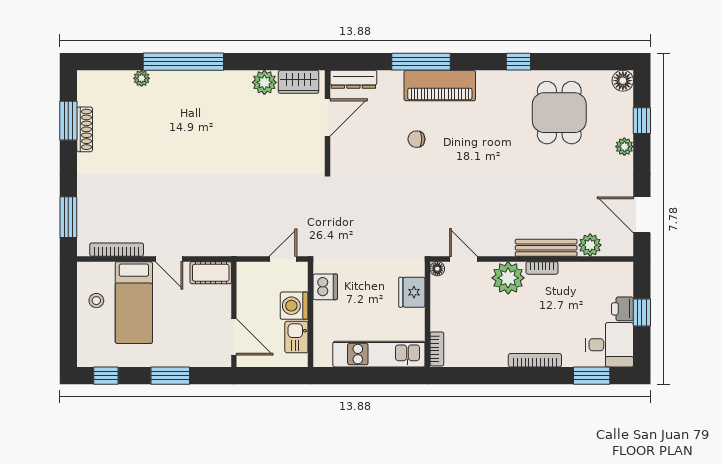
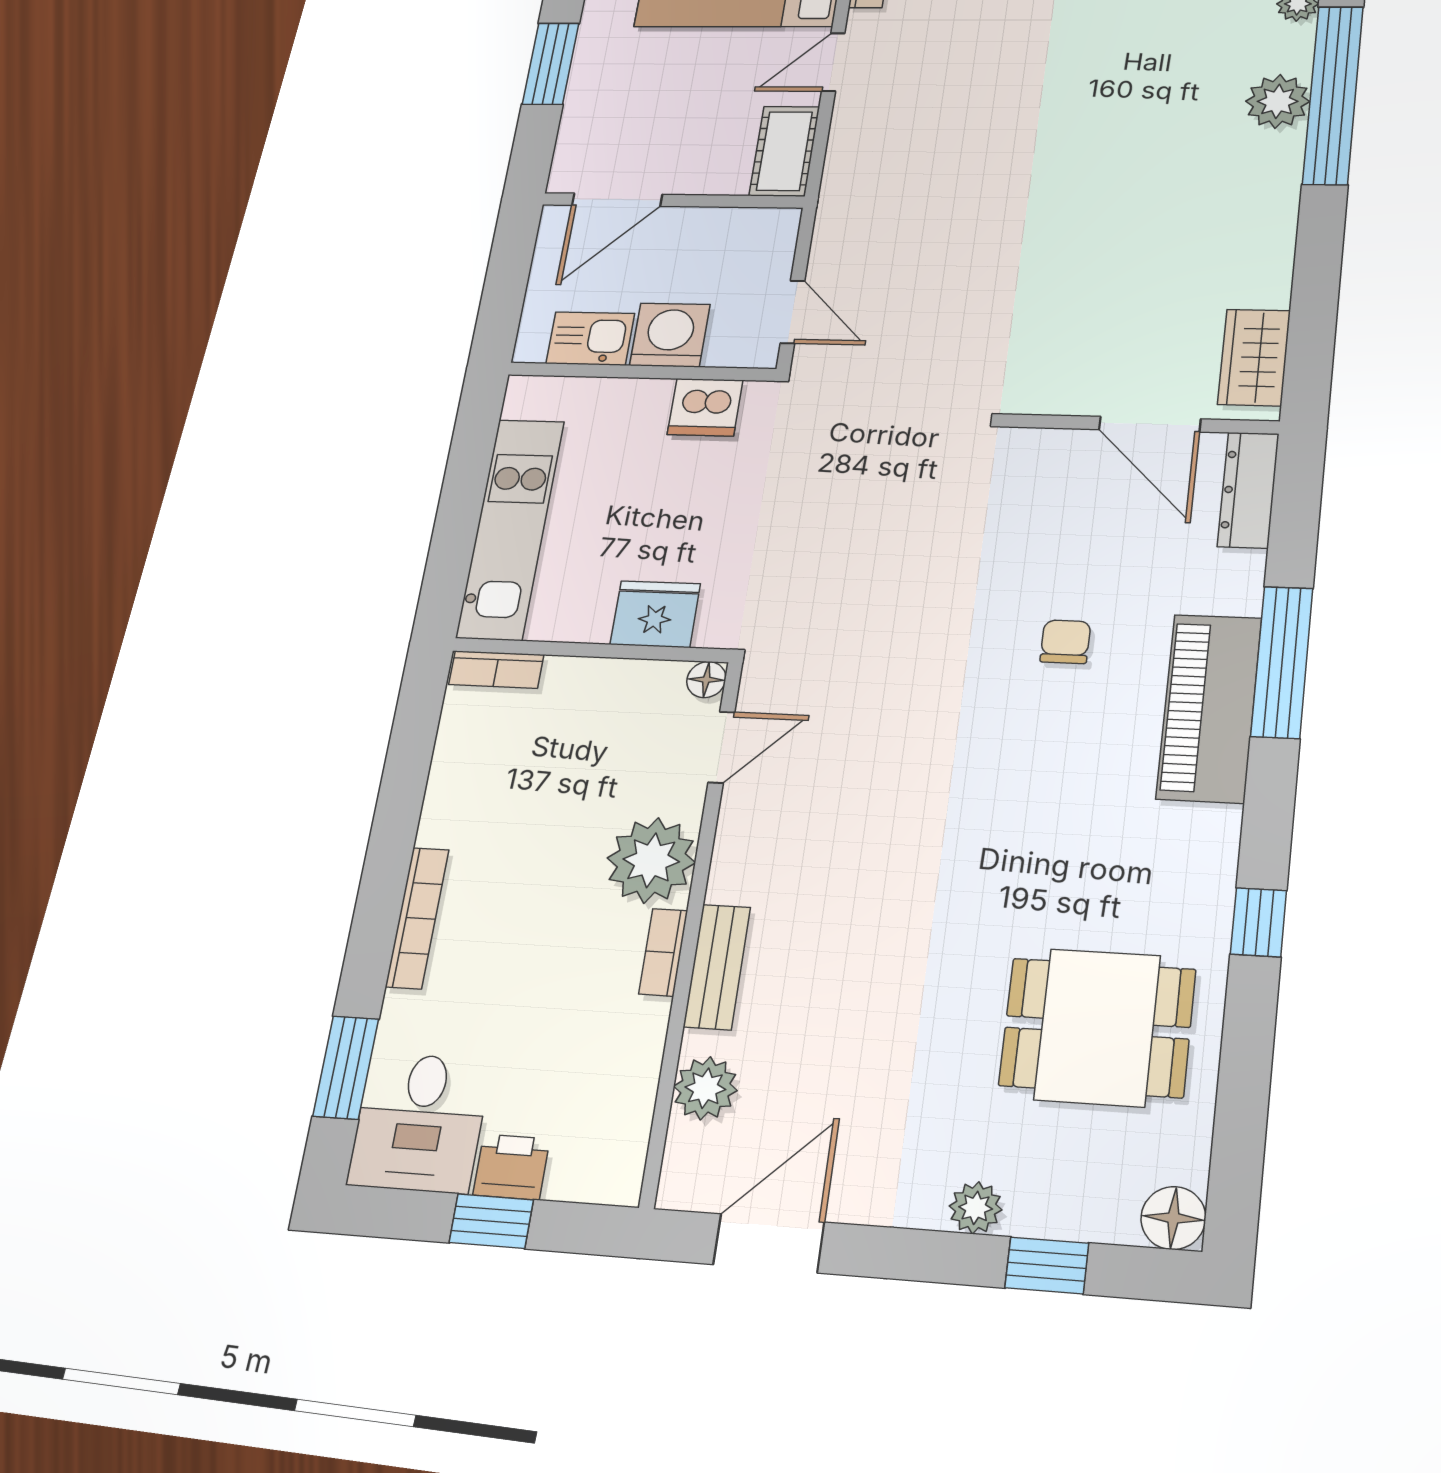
plant: (264, 82) -> (1278, 101), moved
bench: (546, 248) -> (717, 967), width x0.73

